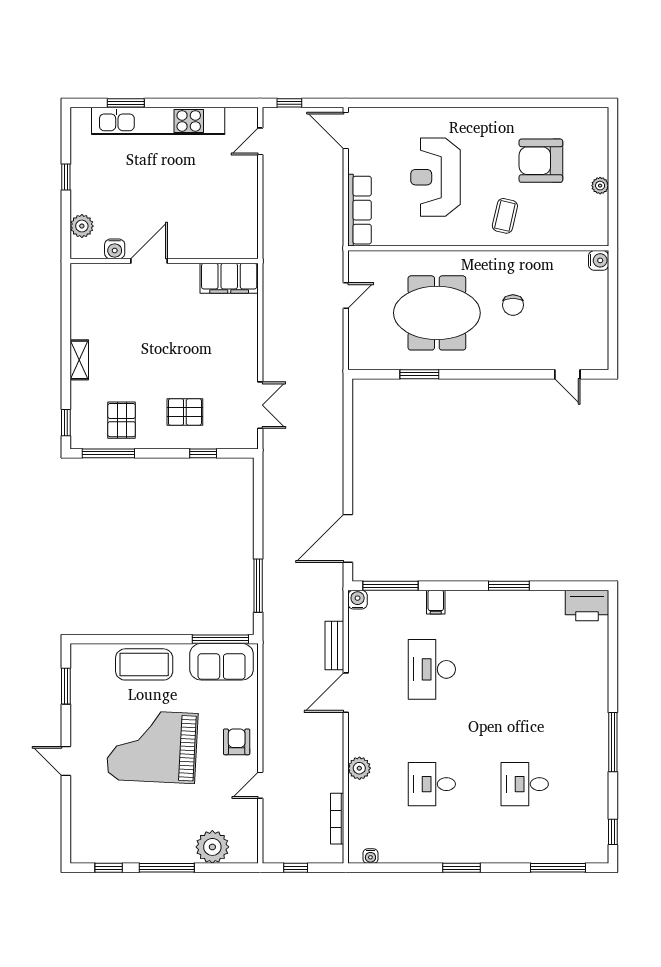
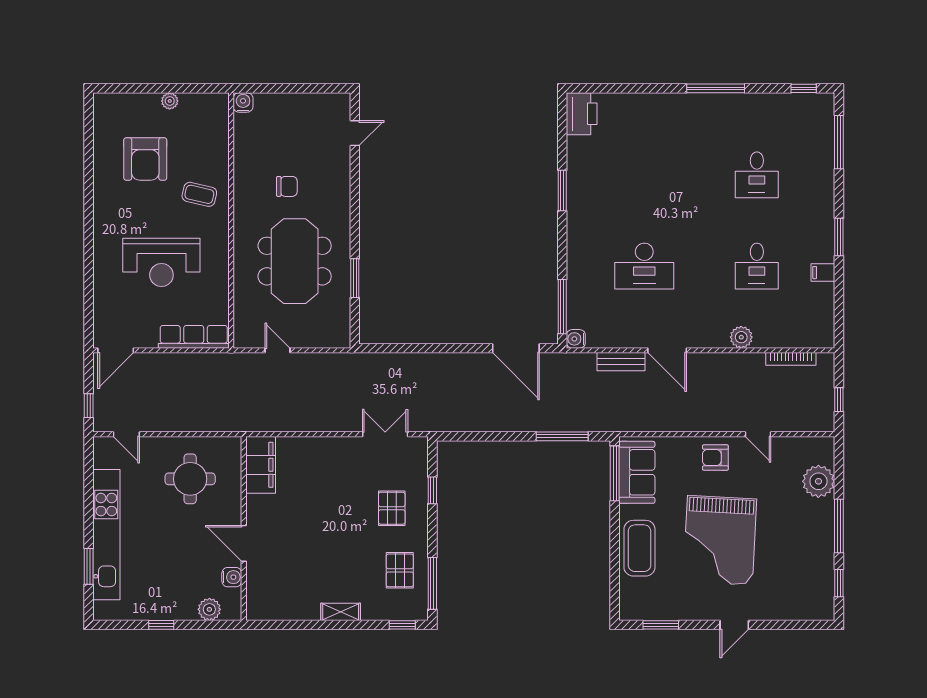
round table: (215, 206) -> (190, 479), added
pallet: (122, 420) -> (400, 570), turned 90
filing cabinet: (436, 602) -> (823, 273), moved, turned 180
water cooler: (370, 856) -> (827, 326), removed

